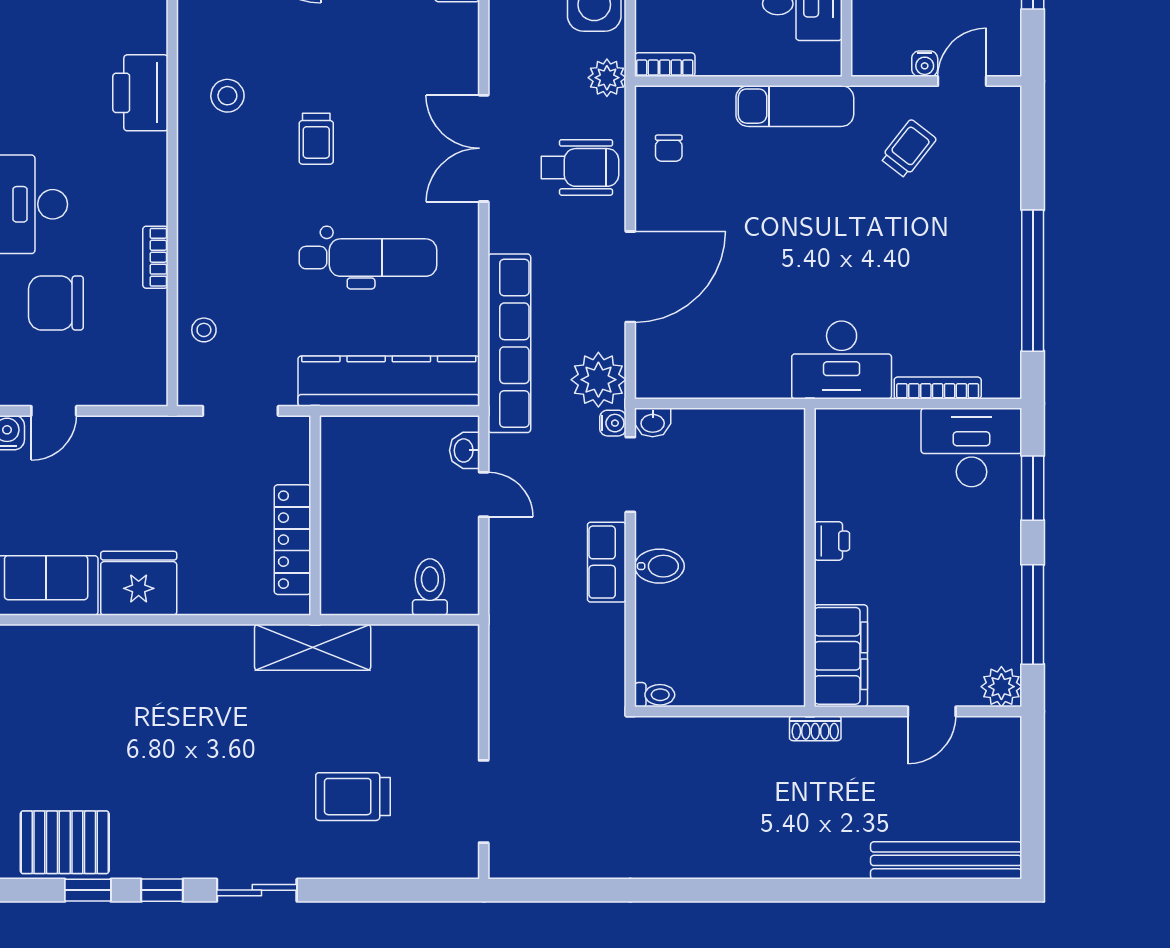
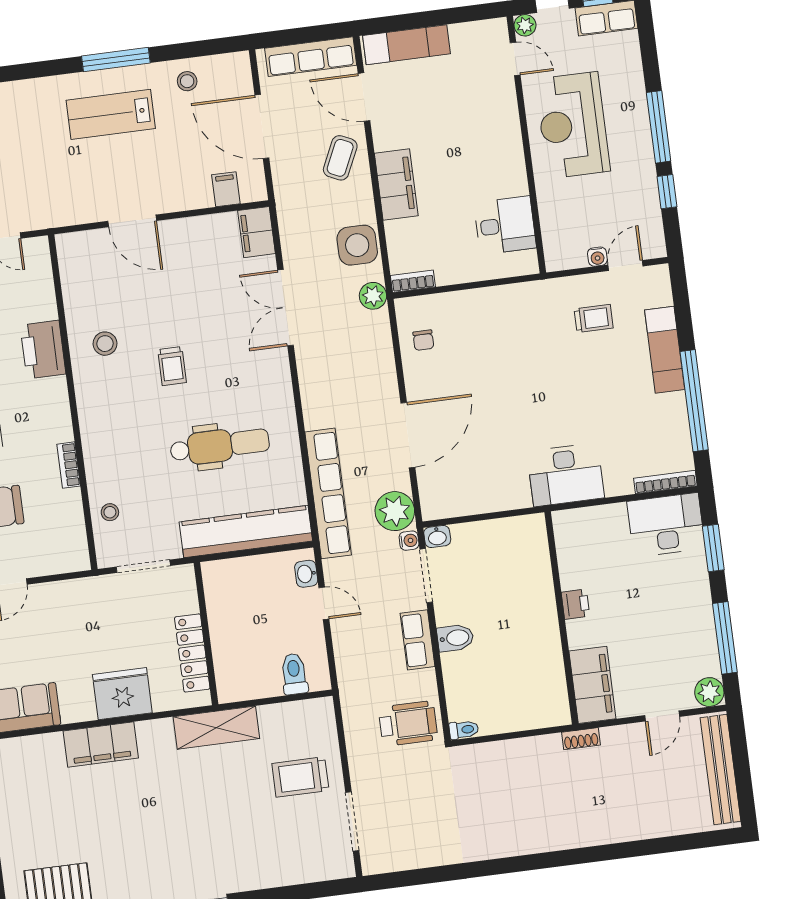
exam couch: (795, 106) -> (665, 350), moved, turned 90
double door: (484, 148) -> (285, 308), moved
trolley: (908, 149) -> (594, 318), turned 52
wheelchair: (580, 167) -> (408, 724), moved
bookcase: (938, 388) -> (665, 482), moved
fridge: (139, 583) -> (122, 694), moved
filing cabinet: (149, 650) -> (101, 744), added
trolley: (353, 797) -> (300, 777), moved
bench: (946, 860) -> (720, 770), moved, turned 90

